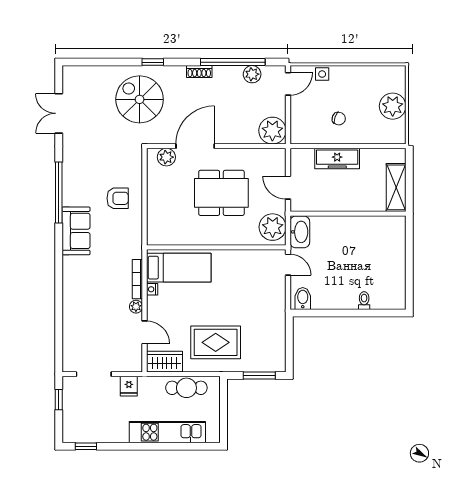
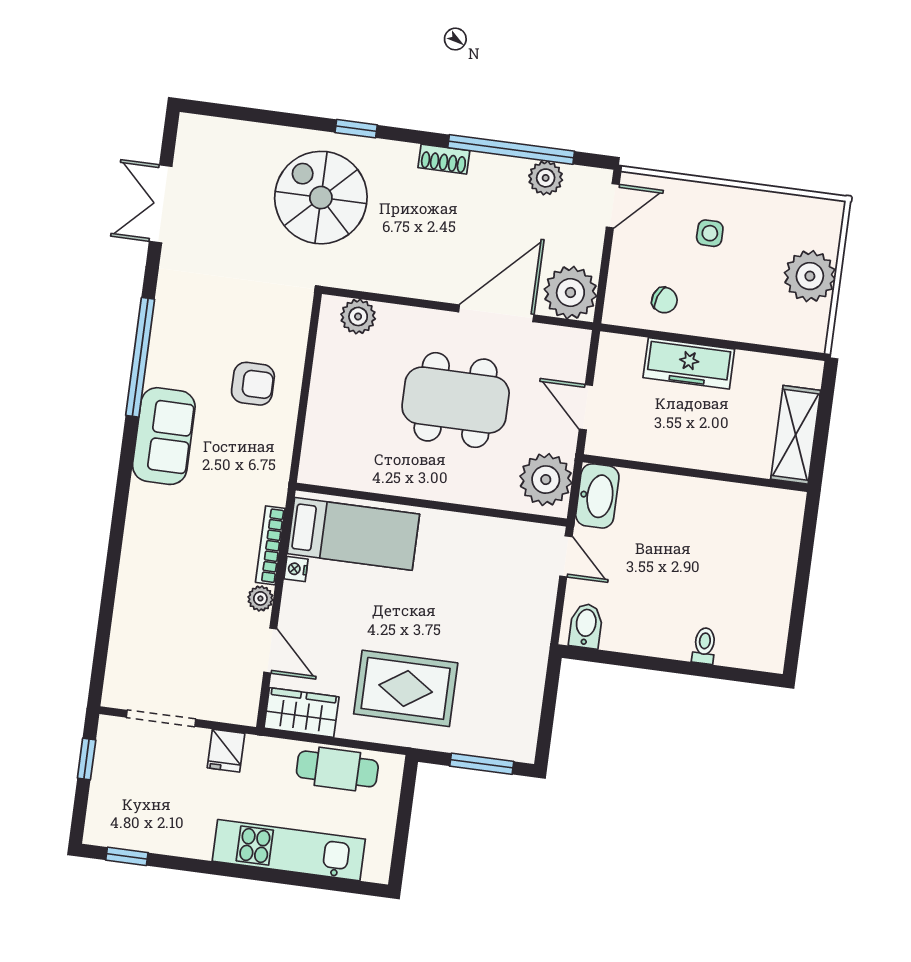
side table: (322, 74) -> (710, 233), moved
chair: (339, 119) -> (664, 300), moved
door: (195, 146) -> (496, 313), moved

